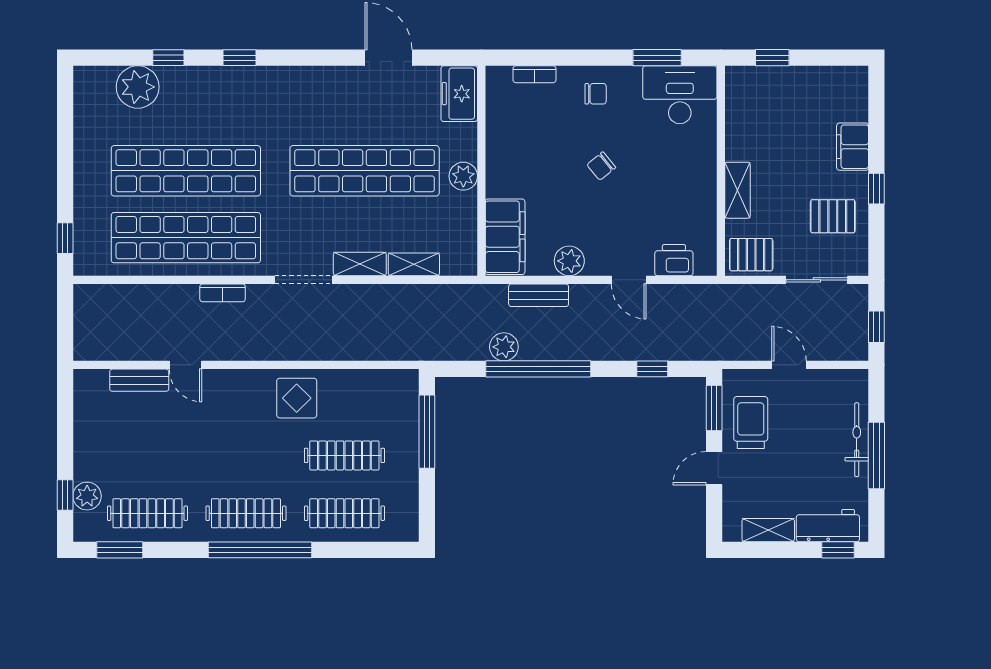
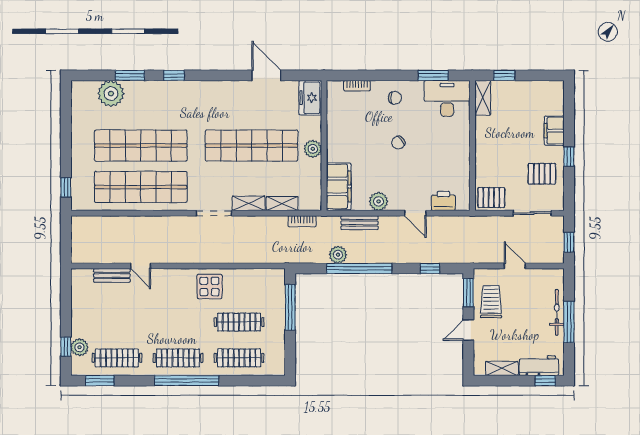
window: (168, 58) -> (130, 75), width x1.50
shelving: (737, 190) -> (483, 98), moved
bookcase: (223, 293) -> (302, 221), moved

